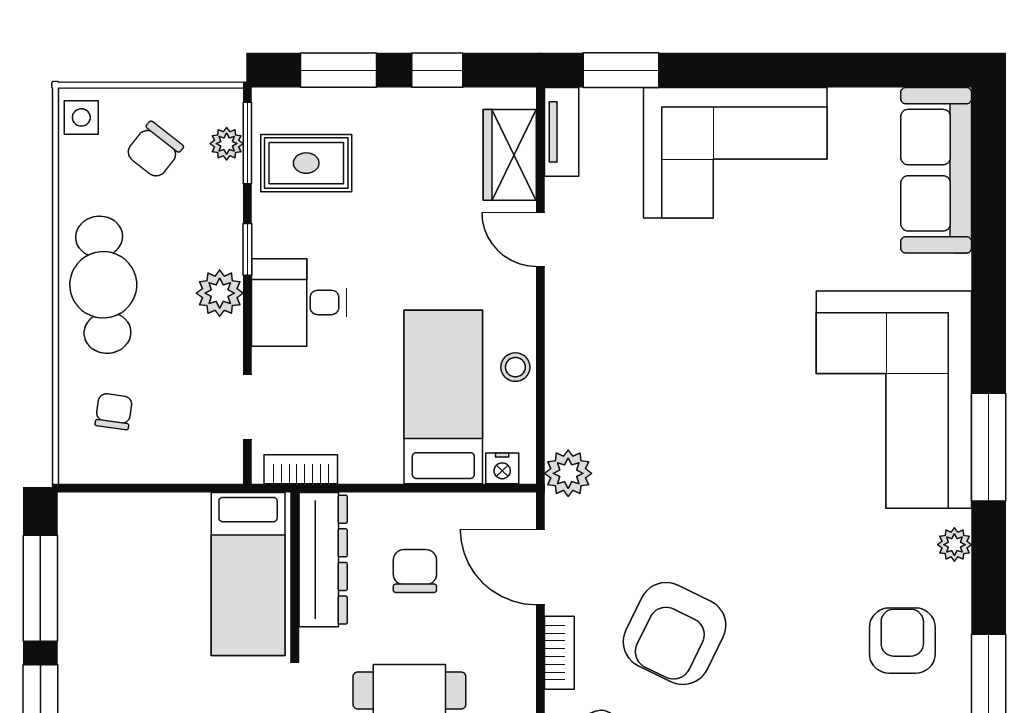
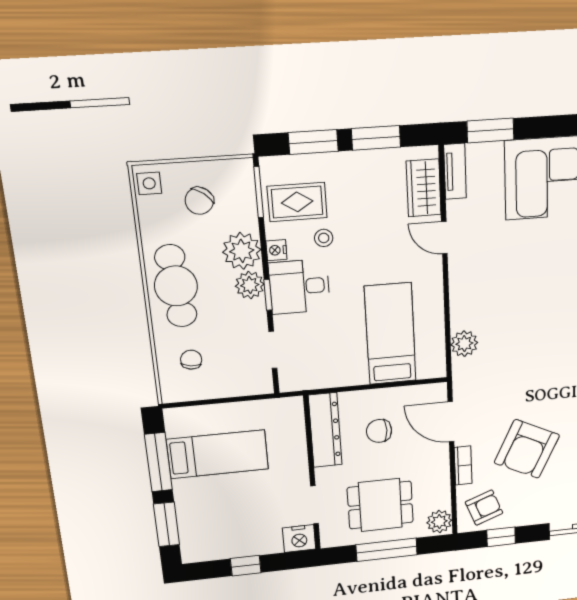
window: (437, 70) -> (376, 138), width x1.50
plant: (227, 144) -> (242, 251), moved, width x1.87, depth x1.87
window: (247, 249) -> (268, 295), moved
stool: (515, 367) -> (324, 238), moved
nightstand: (502, 468) -> (276, 250), moved, turned 90
bookcase: (301, 469) -> (308, 382), removed
plant: (568, 473) -> (464, 344), moved
chair: (415, 571) -> (379, 431), turned -90
bed: (248, 574) -> (218, 454), moved, turned -90

